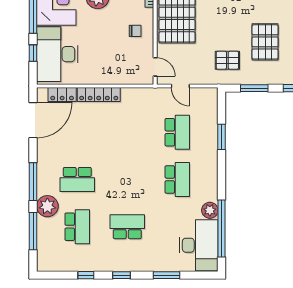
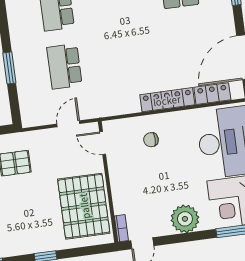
chair: (135, 31) -> (151, 140), moved
door: (180, 86) -> (68, 124), hinge flipped

